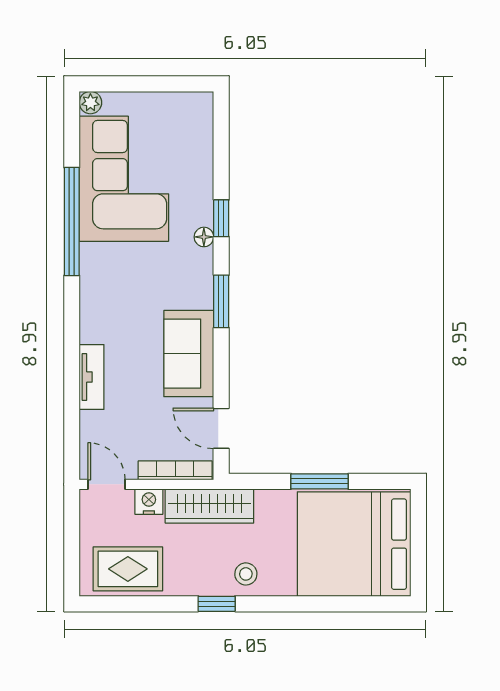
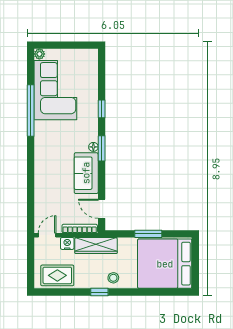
floor lamp: (204, 237) -> (93, 147), moved
tv unit: (92, 377) -> (40, 184), removed
door: (107, 484) -> (47, 235), hinge flipped

